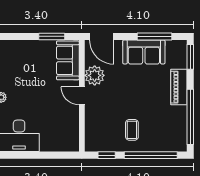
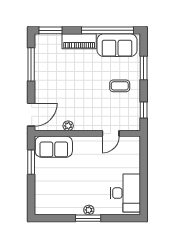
sofa: (144, 52) -> (117, 45), moved, turned 90
plant: (95, 75) -> (68, 126), width x0.53, depth x0.53
door: (82, 96) -> (111, 133), moved
window: (151, 155) -> (144, 68), width x0.47

